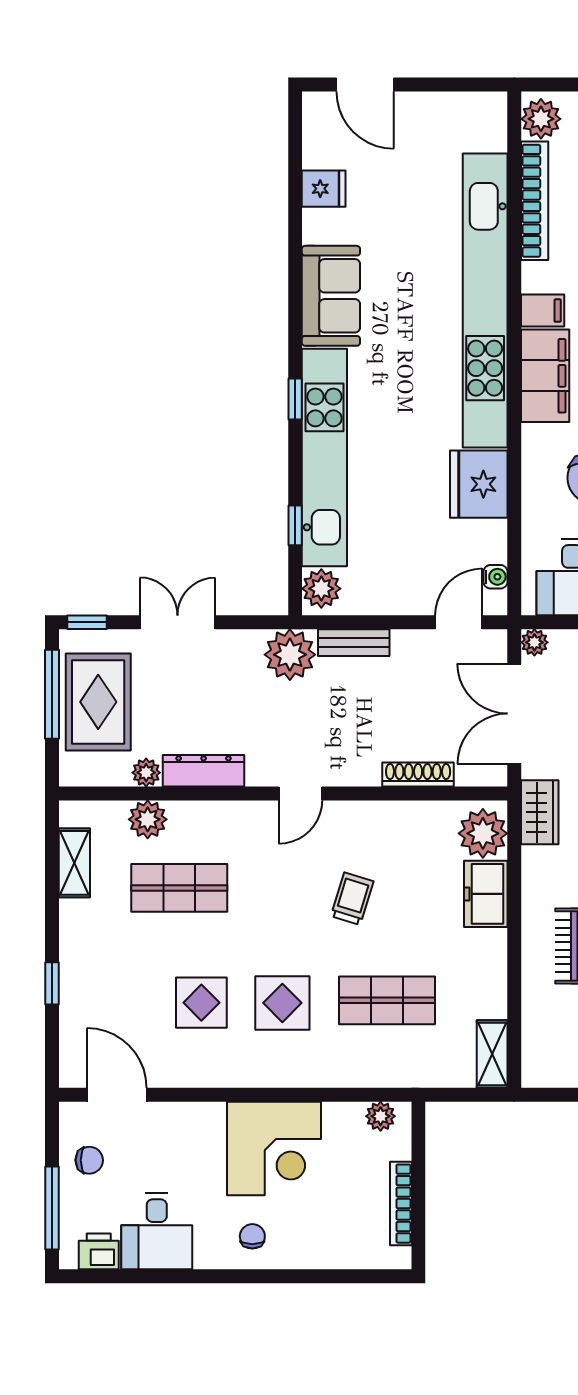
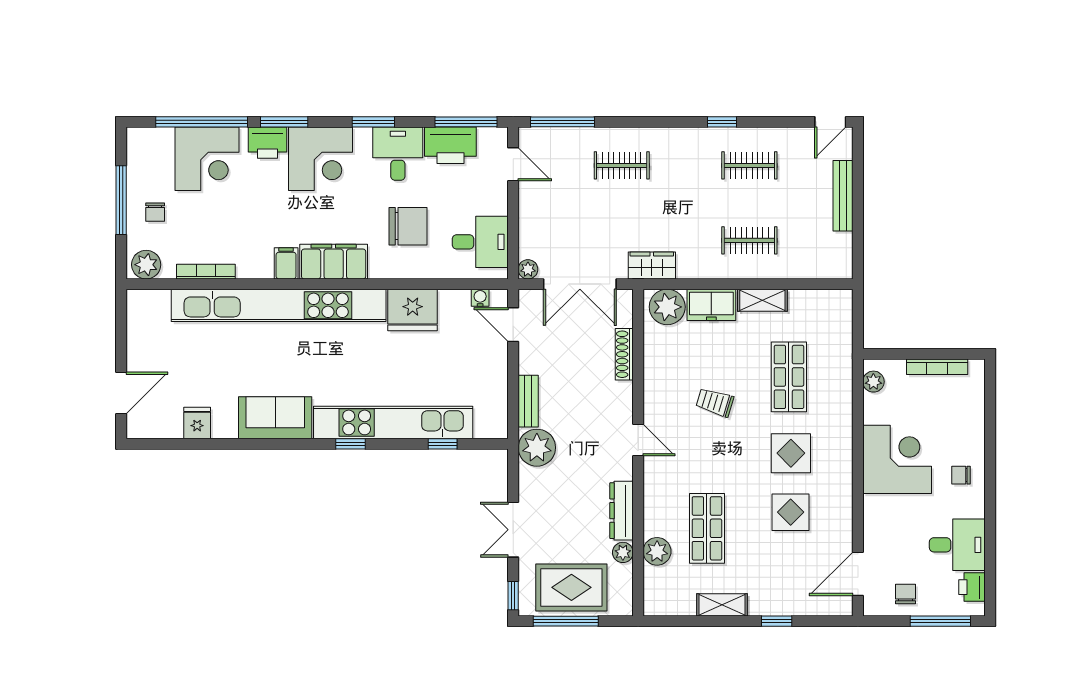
bookcase: (535, 201) -> (206, 272), width x0.68, depth x0.76
plant: (321, 589) -> (489, 425), removed
shelving: (74, 863) -> (722, 605), moved
shelving: (492, 1054) -> (762, 300), moved

